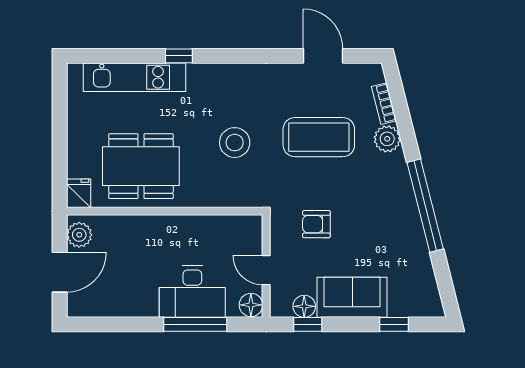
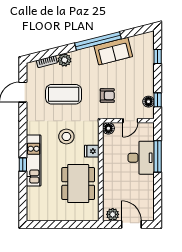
kitchen unit: (135, 77) -> (34, 161), moved
coffee table: (319, 137) -> (64, 94), turned 90
fridge: (79, 193) -> (92, 151), moved
armchair: (316, 224) -> (107, 95), turned -90
sofa: (352, 297) -> (113, 51), moved, turned -104
floor lamp: (251, 305) -> (108, 128), moved

